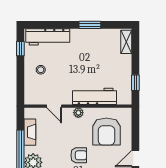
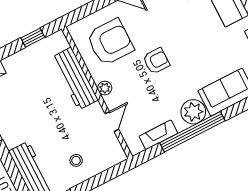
armchair: (79, 155) -> (156, 61), turned 90

